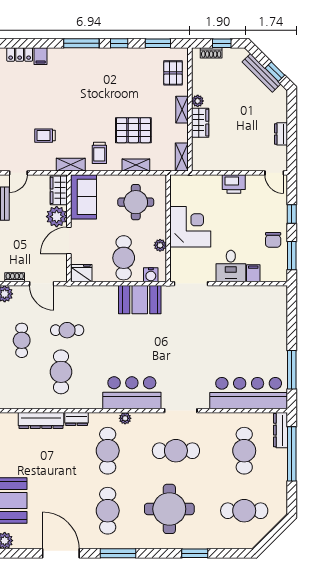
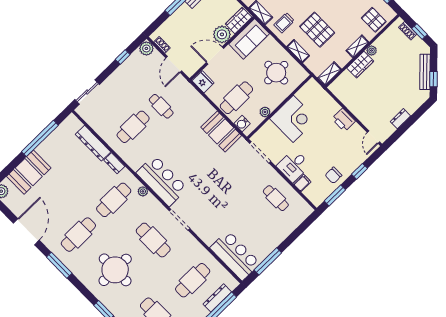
pallet: (173, 73) -> (374, 20), turned 90
cafe table: (22, 340) -> (276, 198), moved, turned 90
bar counter: (249, 393) -> (235, 256), width x0.73
dresser: (280, 430) -> (217, 298), moved

